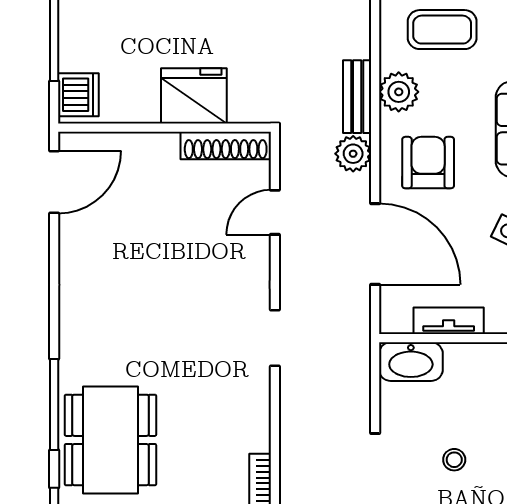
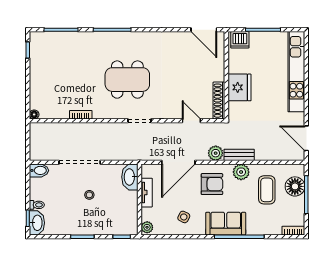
dining table: (110, 440) -> (127, 80), moved

